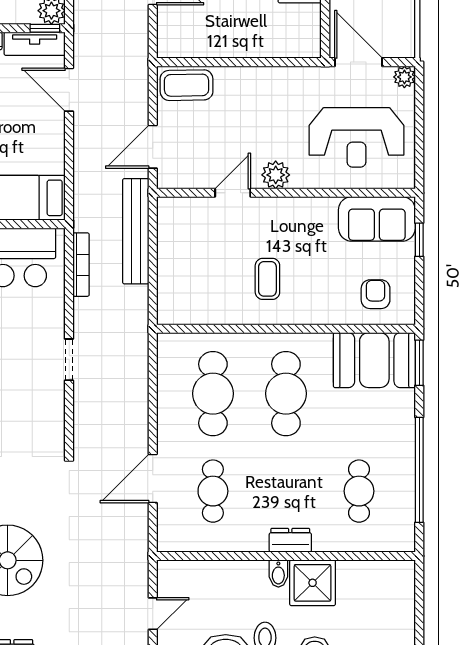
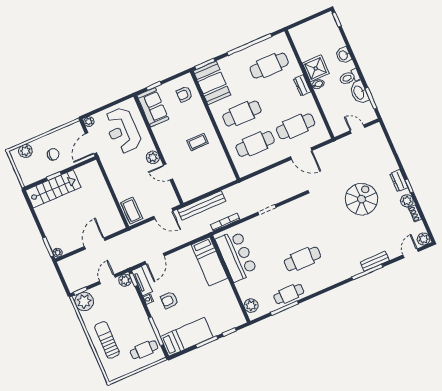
reception desk: (357, 137) -> (123, 131), turned 180
cafe table: (213, 491) -> (296, 126), width x1.37, depth x1.35
cafe table: (359, 491) -> (269, 66), width x1.37, depth x1.35

